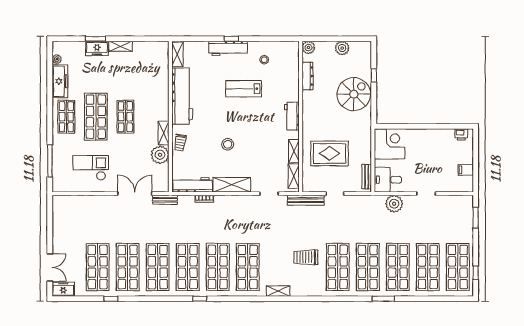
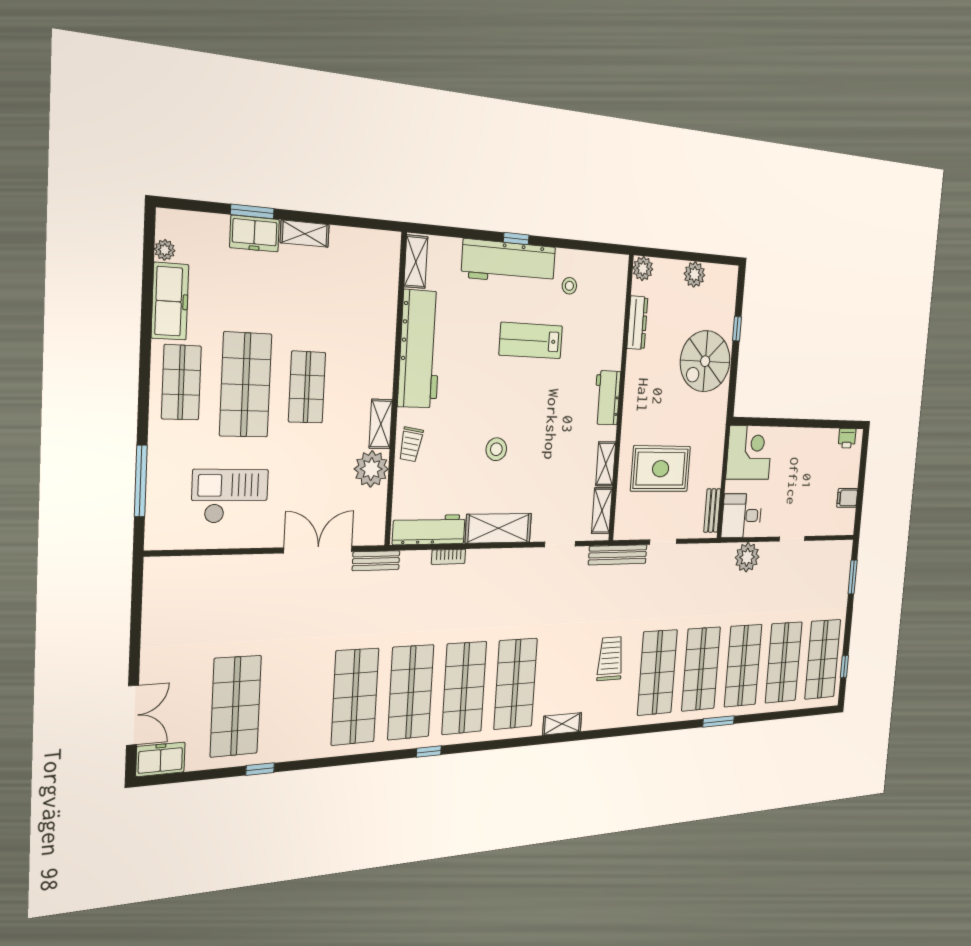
workbench: (228, 48) -> (509, 262), width x1.36, depth x1.32
spiral stairs: (354, 94) -> (705, 361), turned 180
trolley: (306, 257) -> (610, 659), turned 90
shop shelf: (128, 267) -> (297, 701), removed

